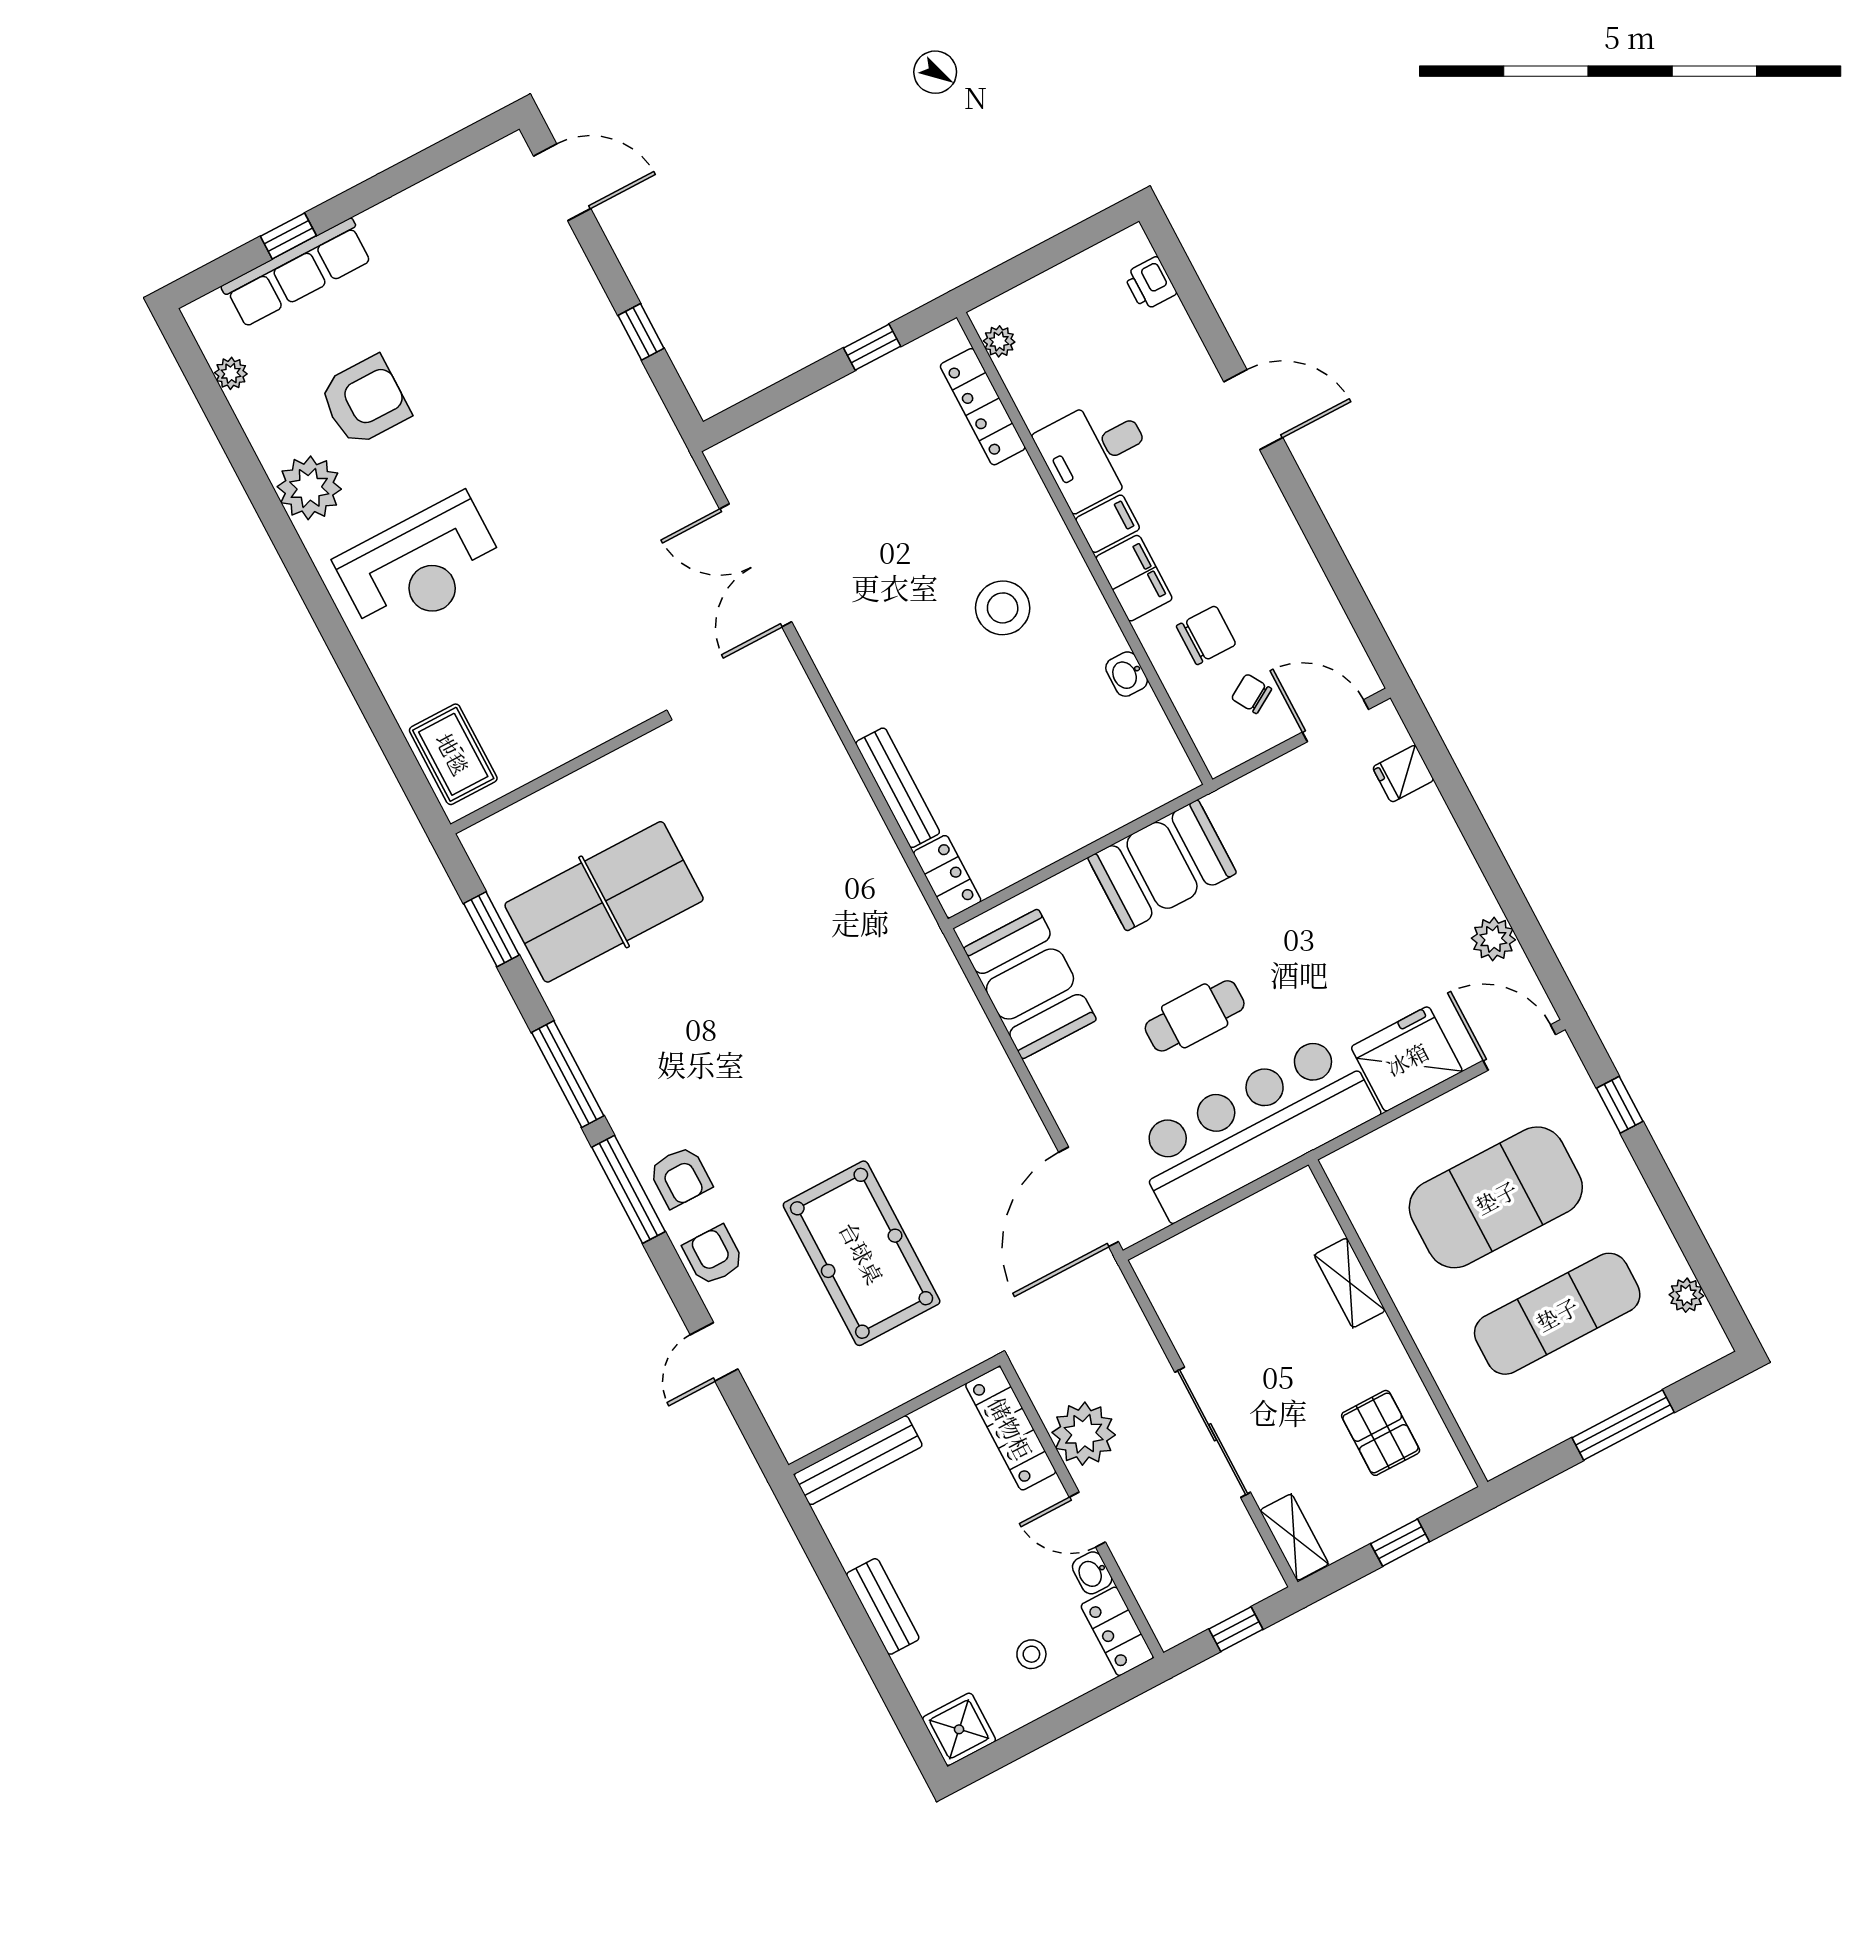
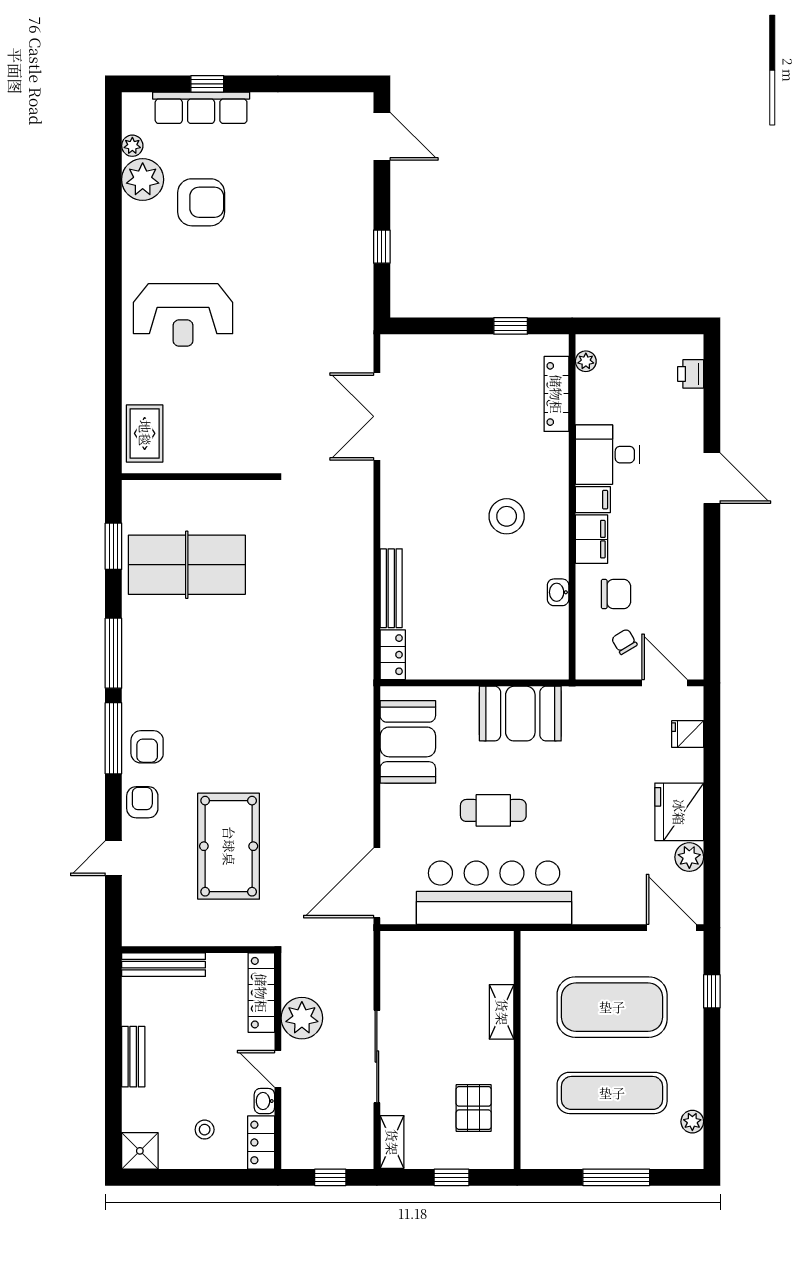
plant: (309, 488) -> (143, 180), moved
fridge: (1407, 1059) -> (679, 812), moved, turned -90

